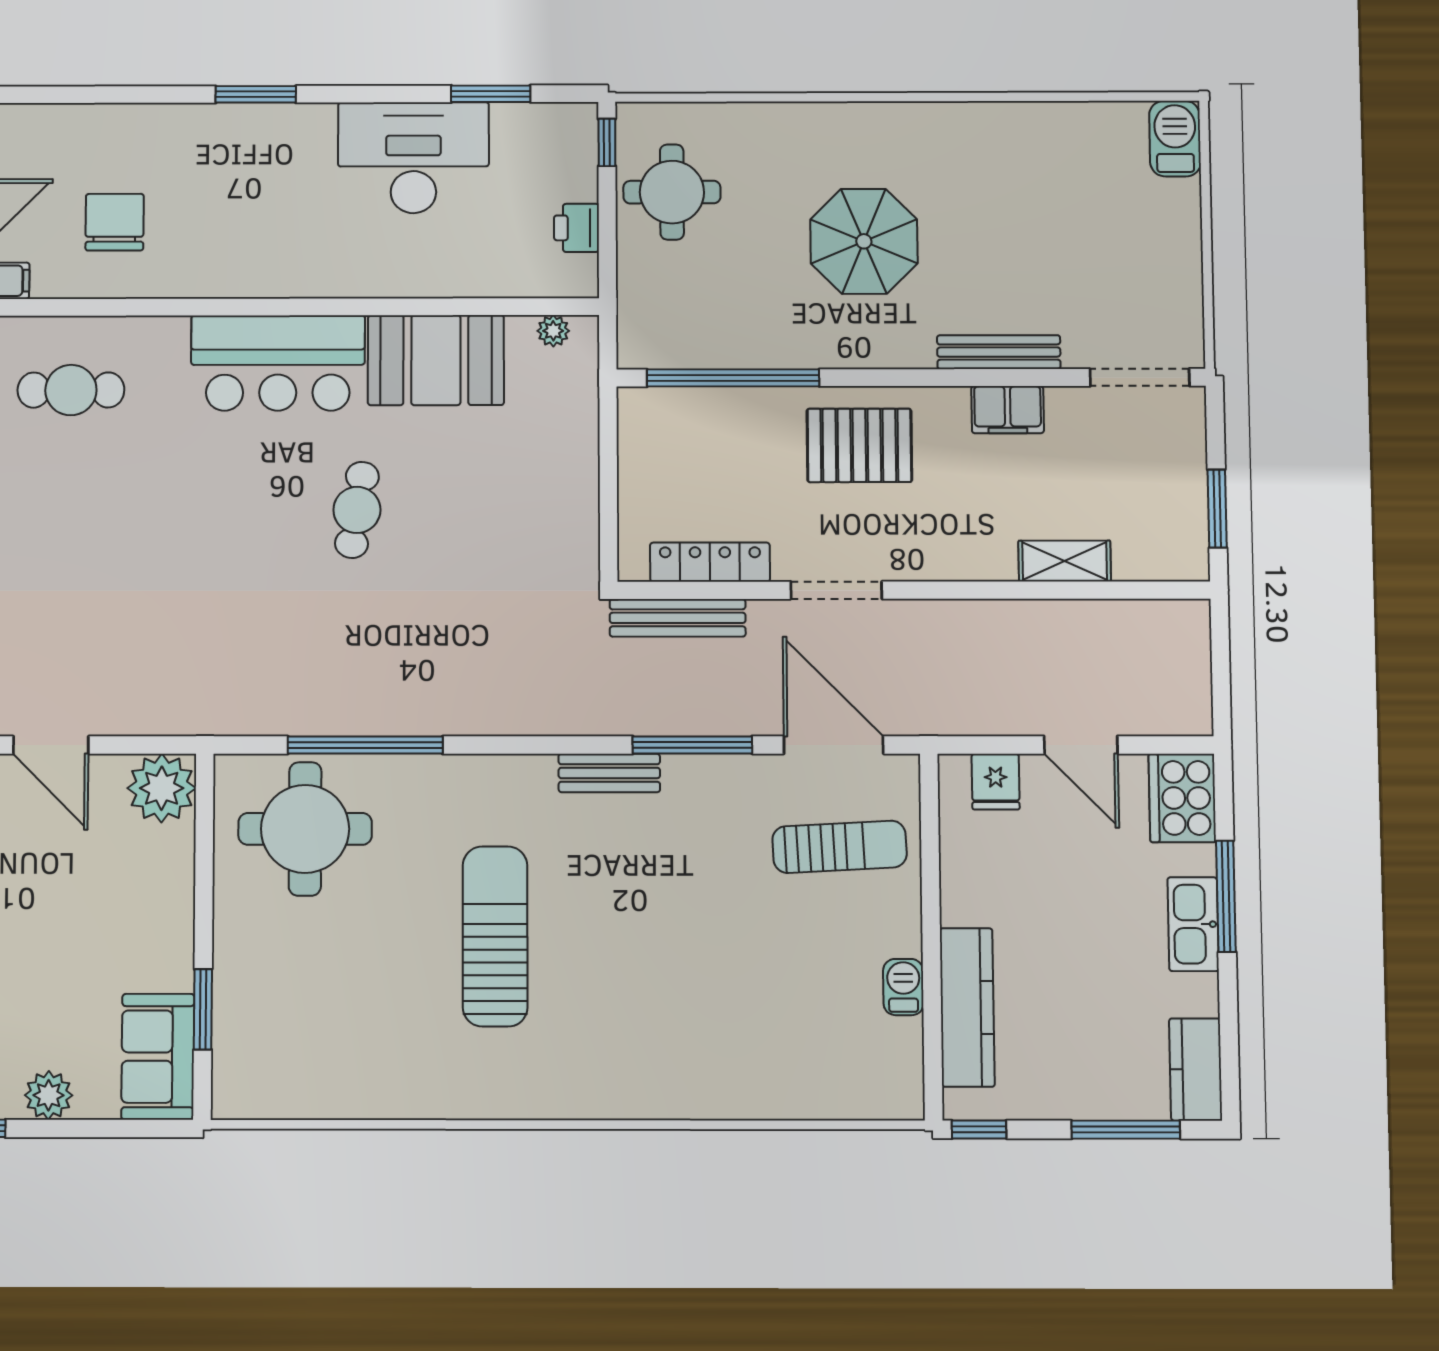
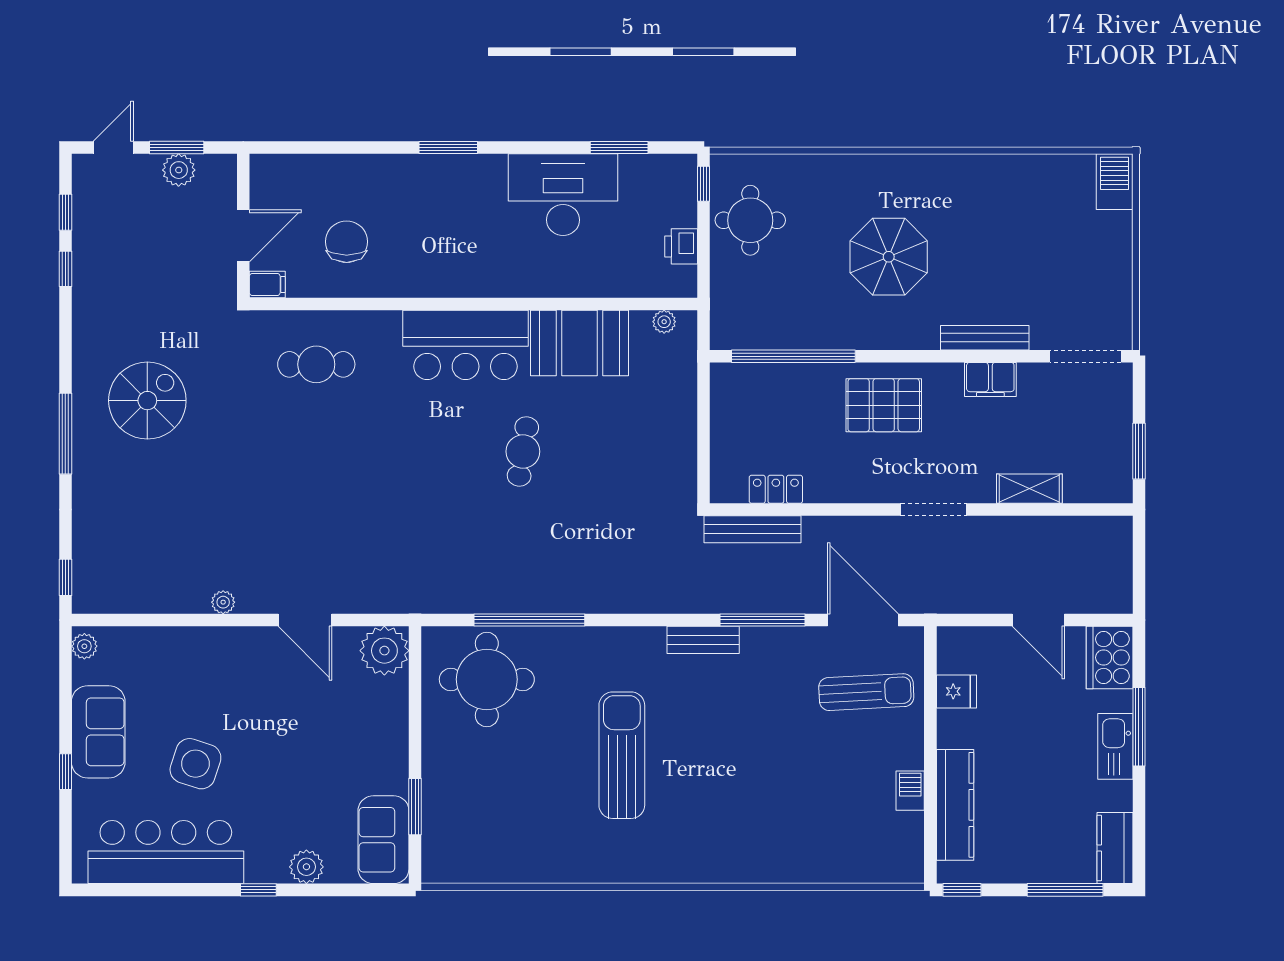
locker: (710, 562) -> (776, 489), width x0.66
doorway: (836, 590) -> (933, 510), moved
fridge: (996, 782) -> (956, 691), moved, turned -90

